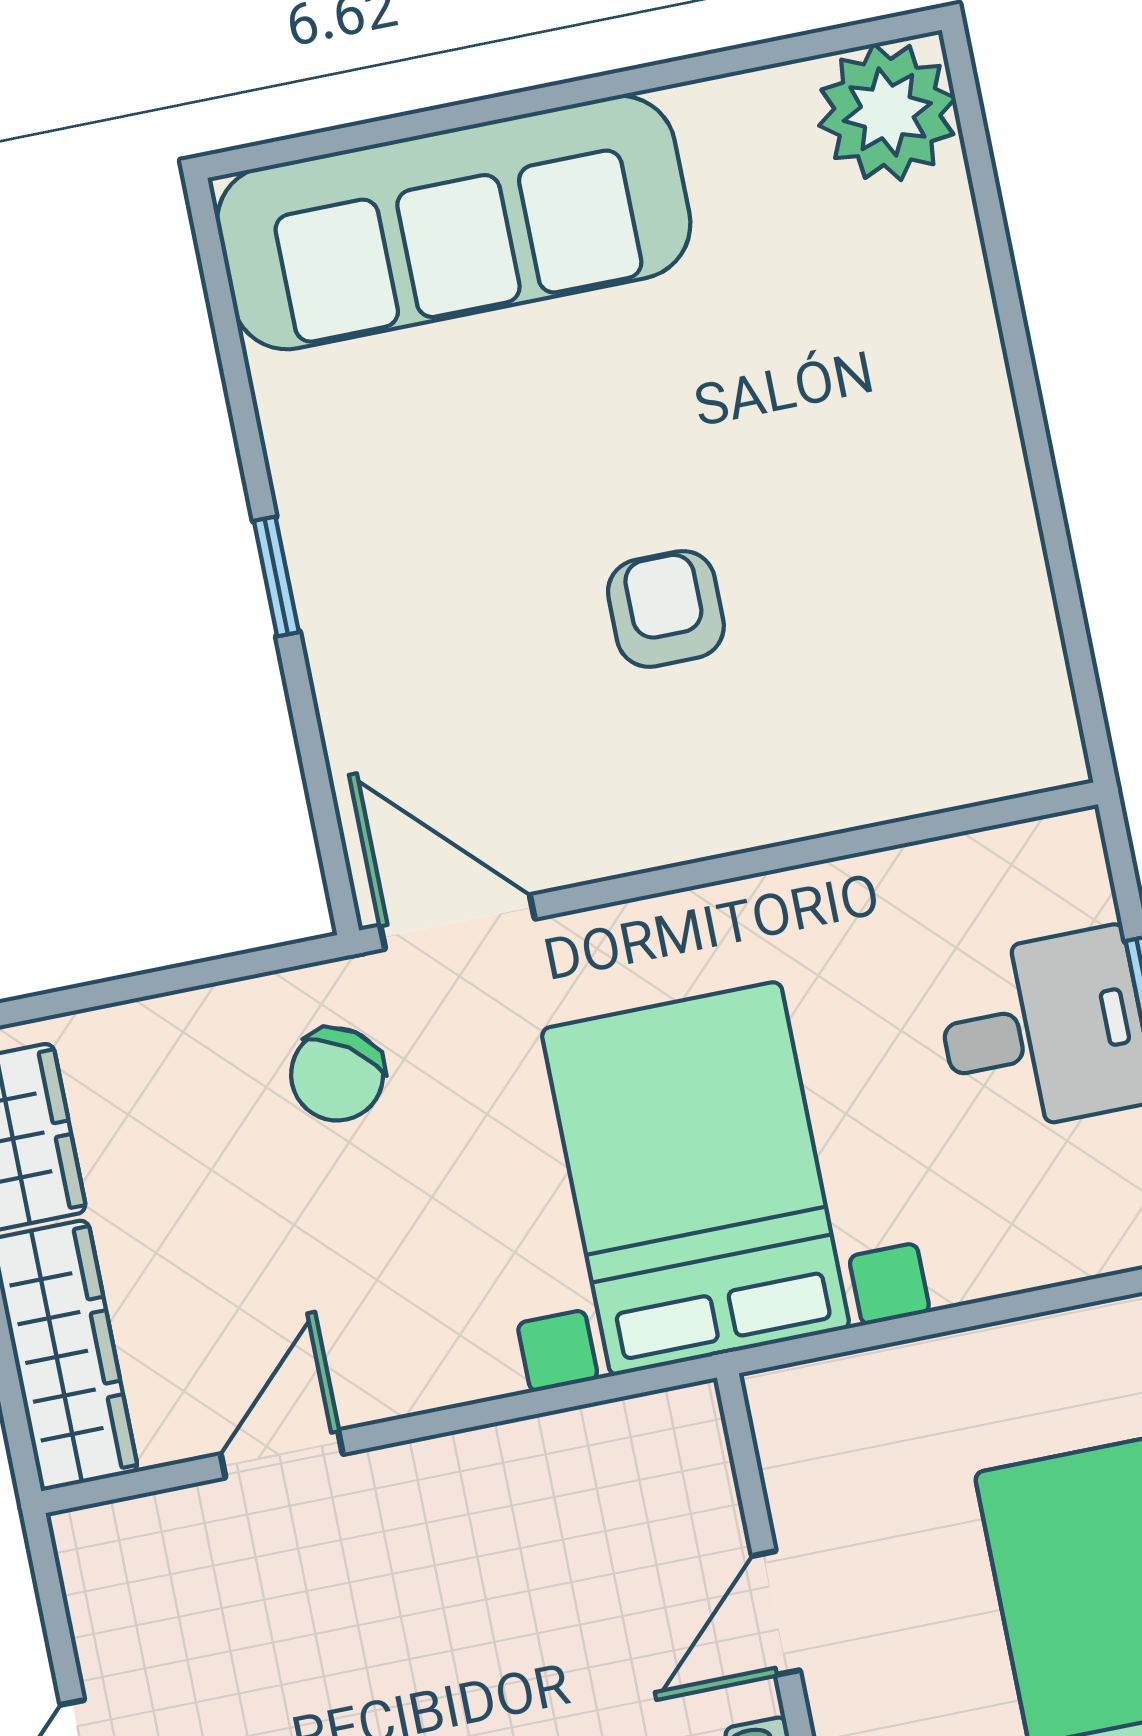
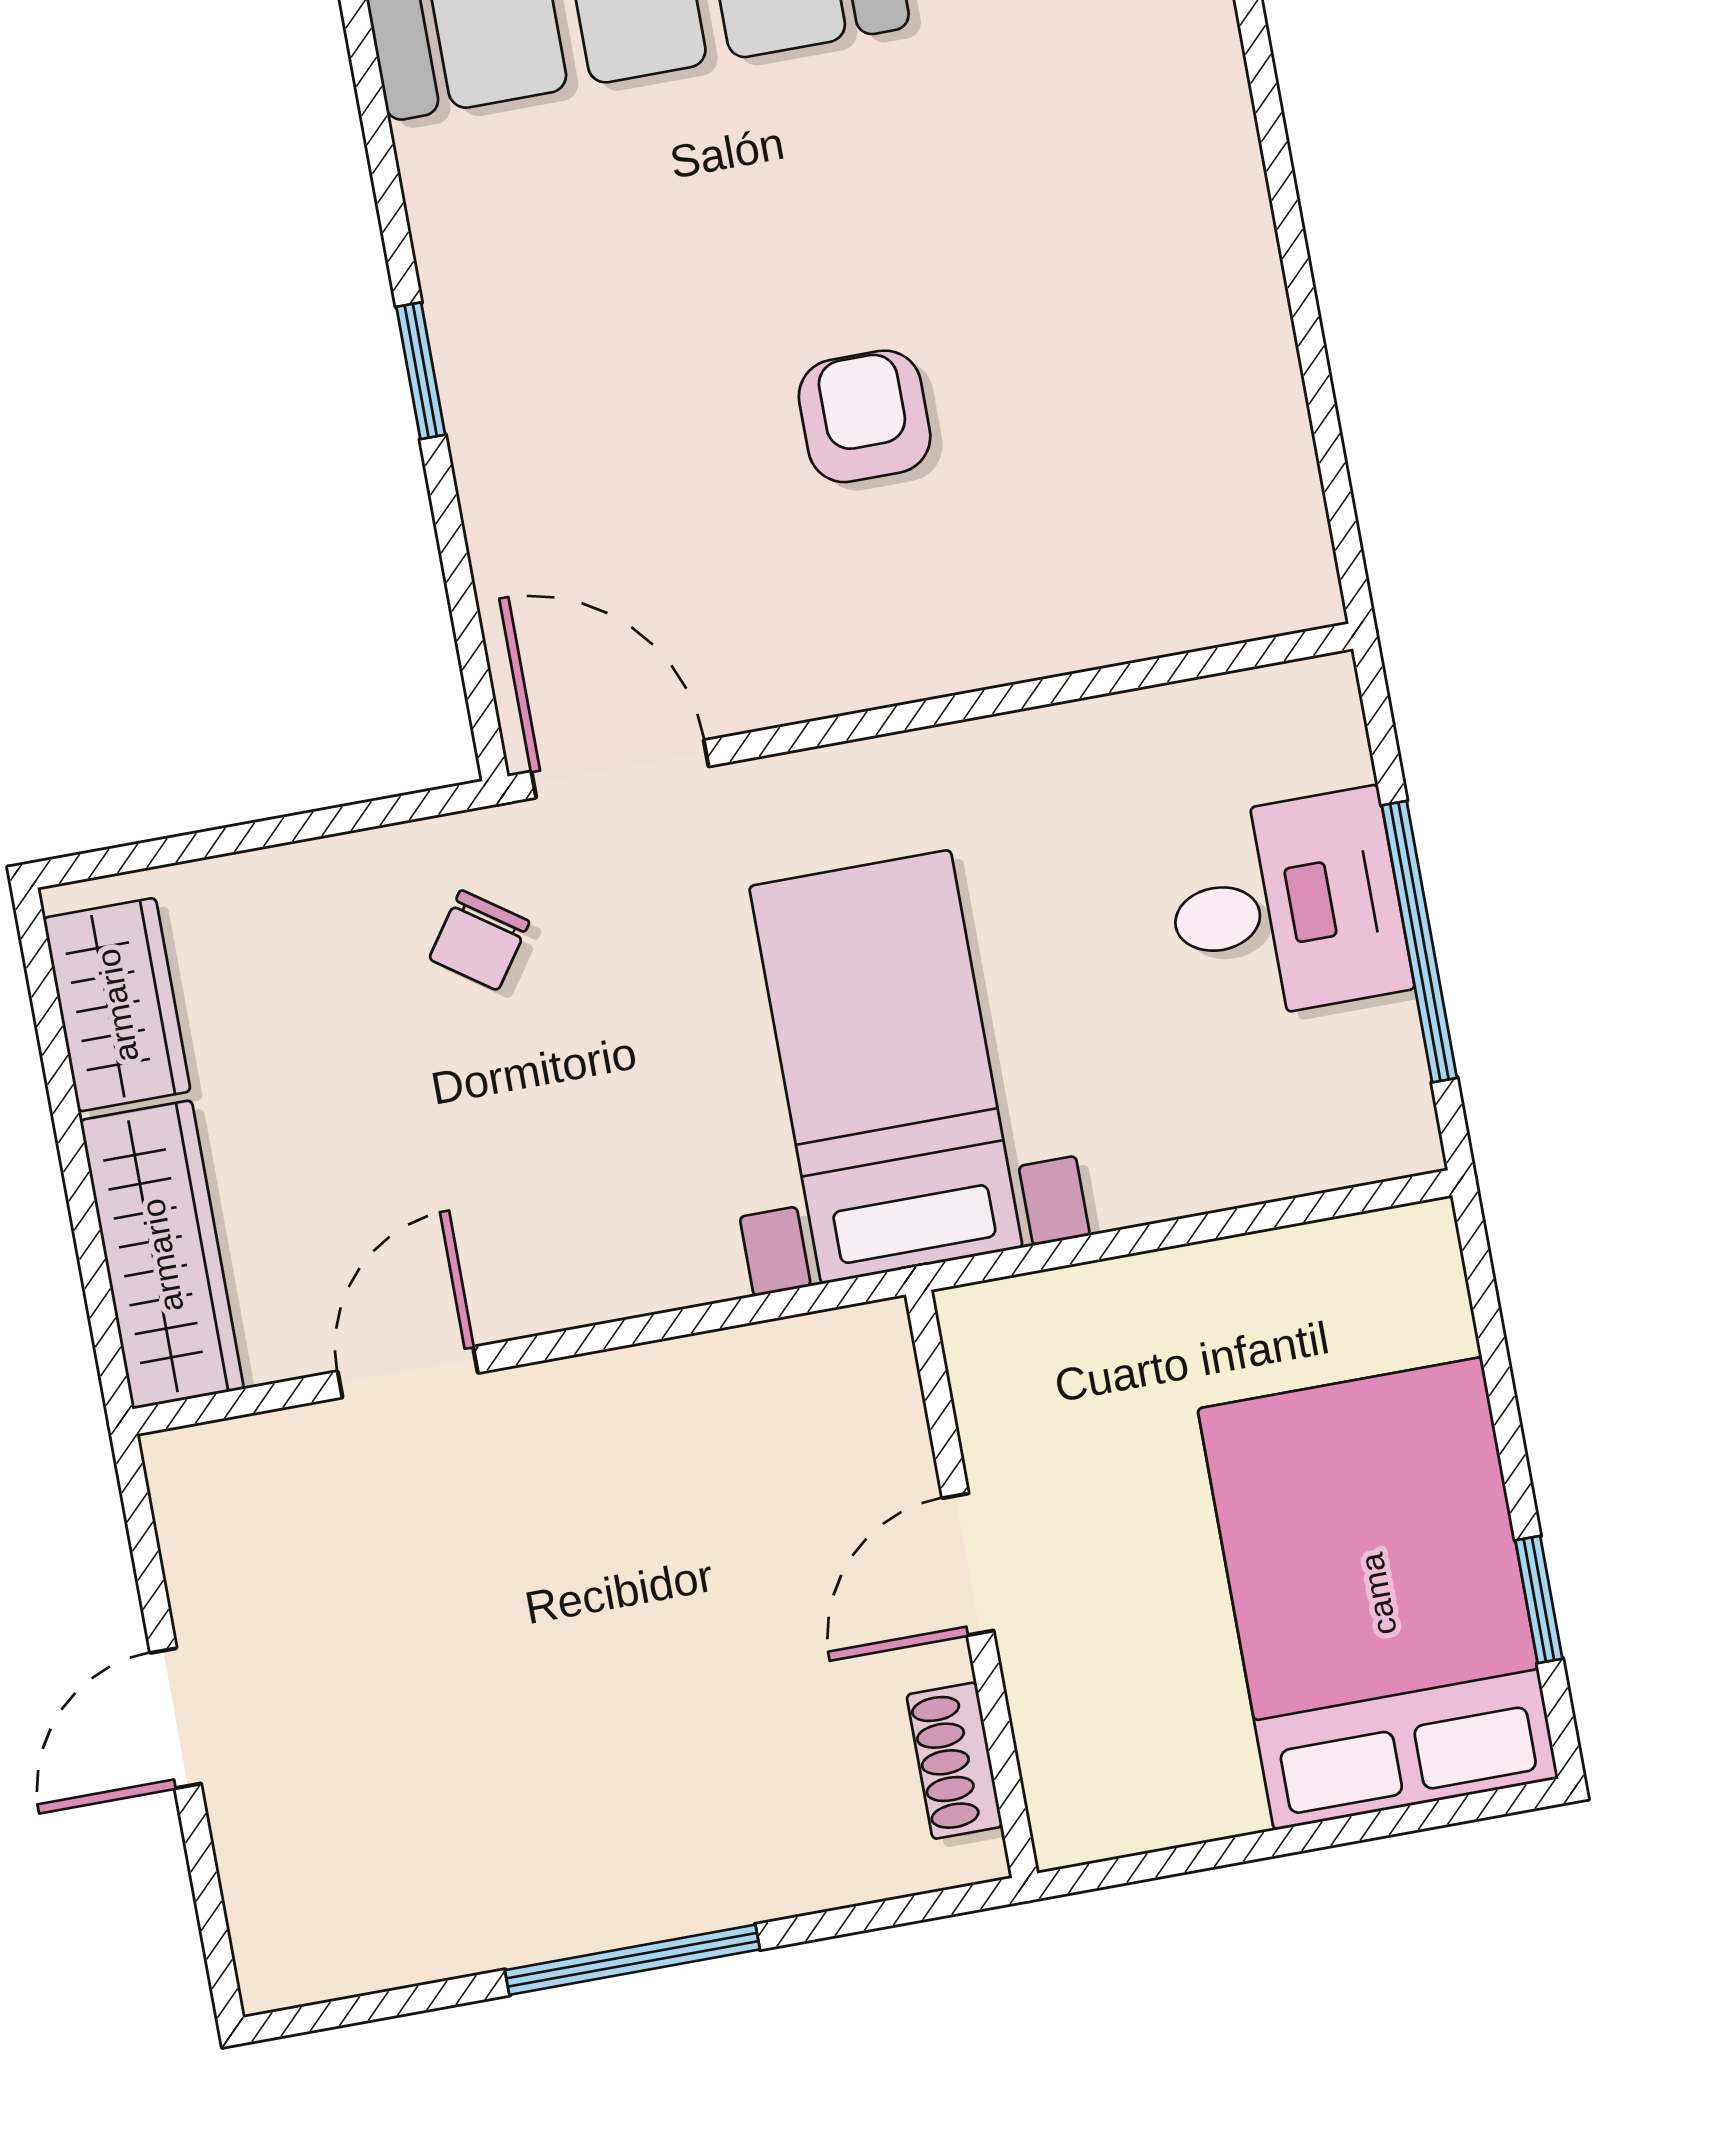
chair: (337, 1074) -> (479, 940), width x0.73, depth x0.73
bed with nightstands: (696, 1179) -> (886, 1067), width x0.73

